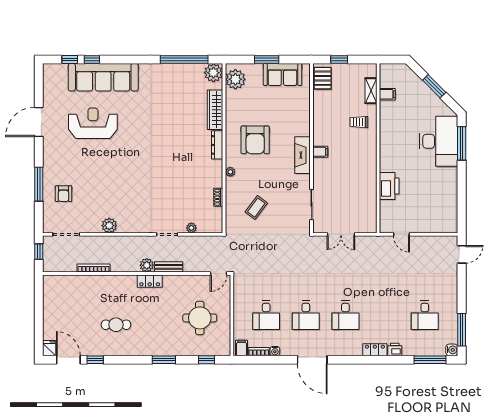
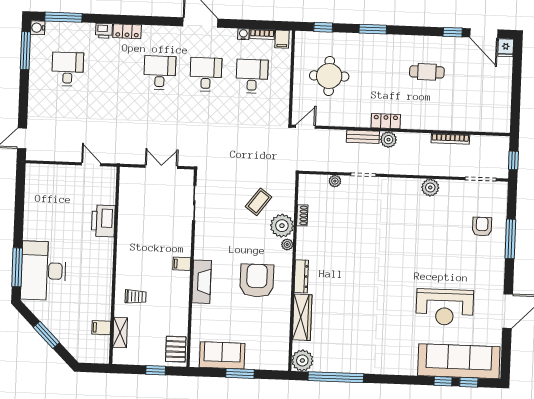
sofa: (103, 77) -> (459, 361), moved
plant: (235, 79) -> (282, 226), moved
fireplace: (303, 155) -> (202, 282), moved

